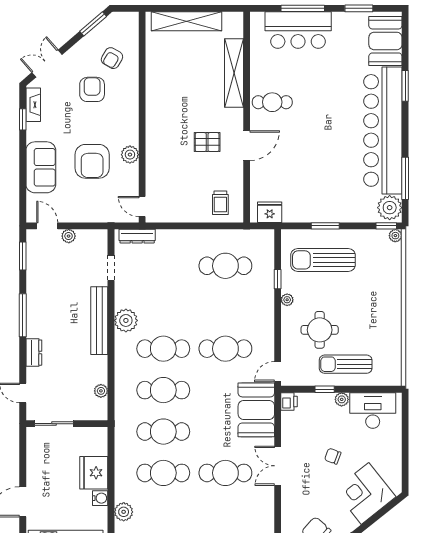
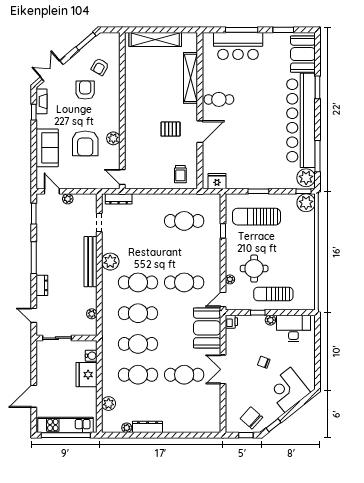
plant: (395, 236) -> (306, 203), width x1.87, depth x1.87
plant: (287, 300) -> (230, 279), moved
water cooler: (100, 498) -> (91, 356), moved

